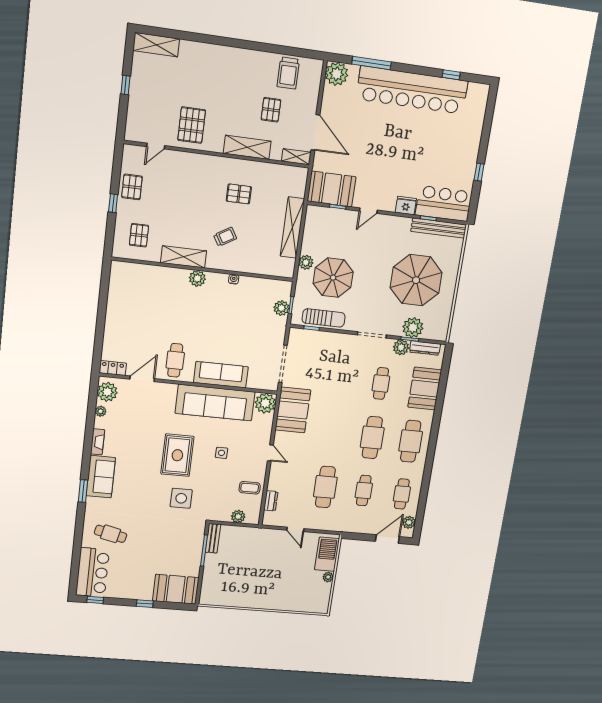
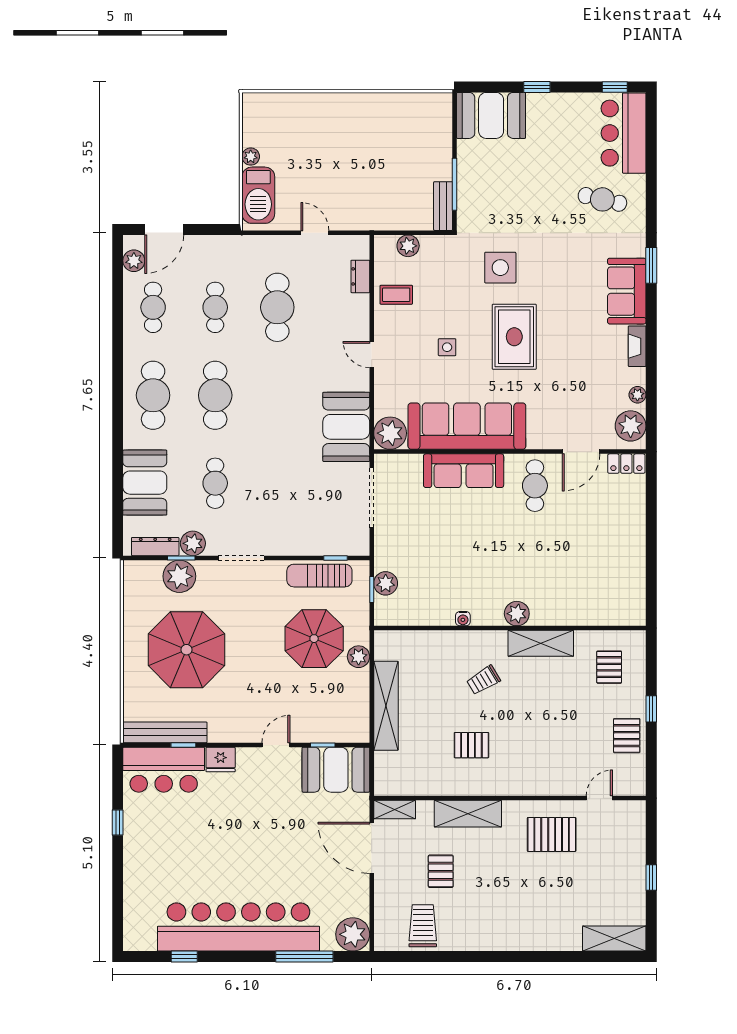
pallet: (192, 125) -> (552, 834), turned 90

